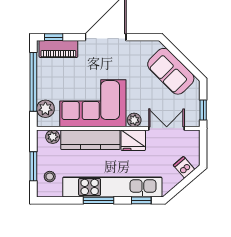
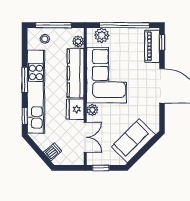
window: (33, 166) -> (53, 25), width x1.44

